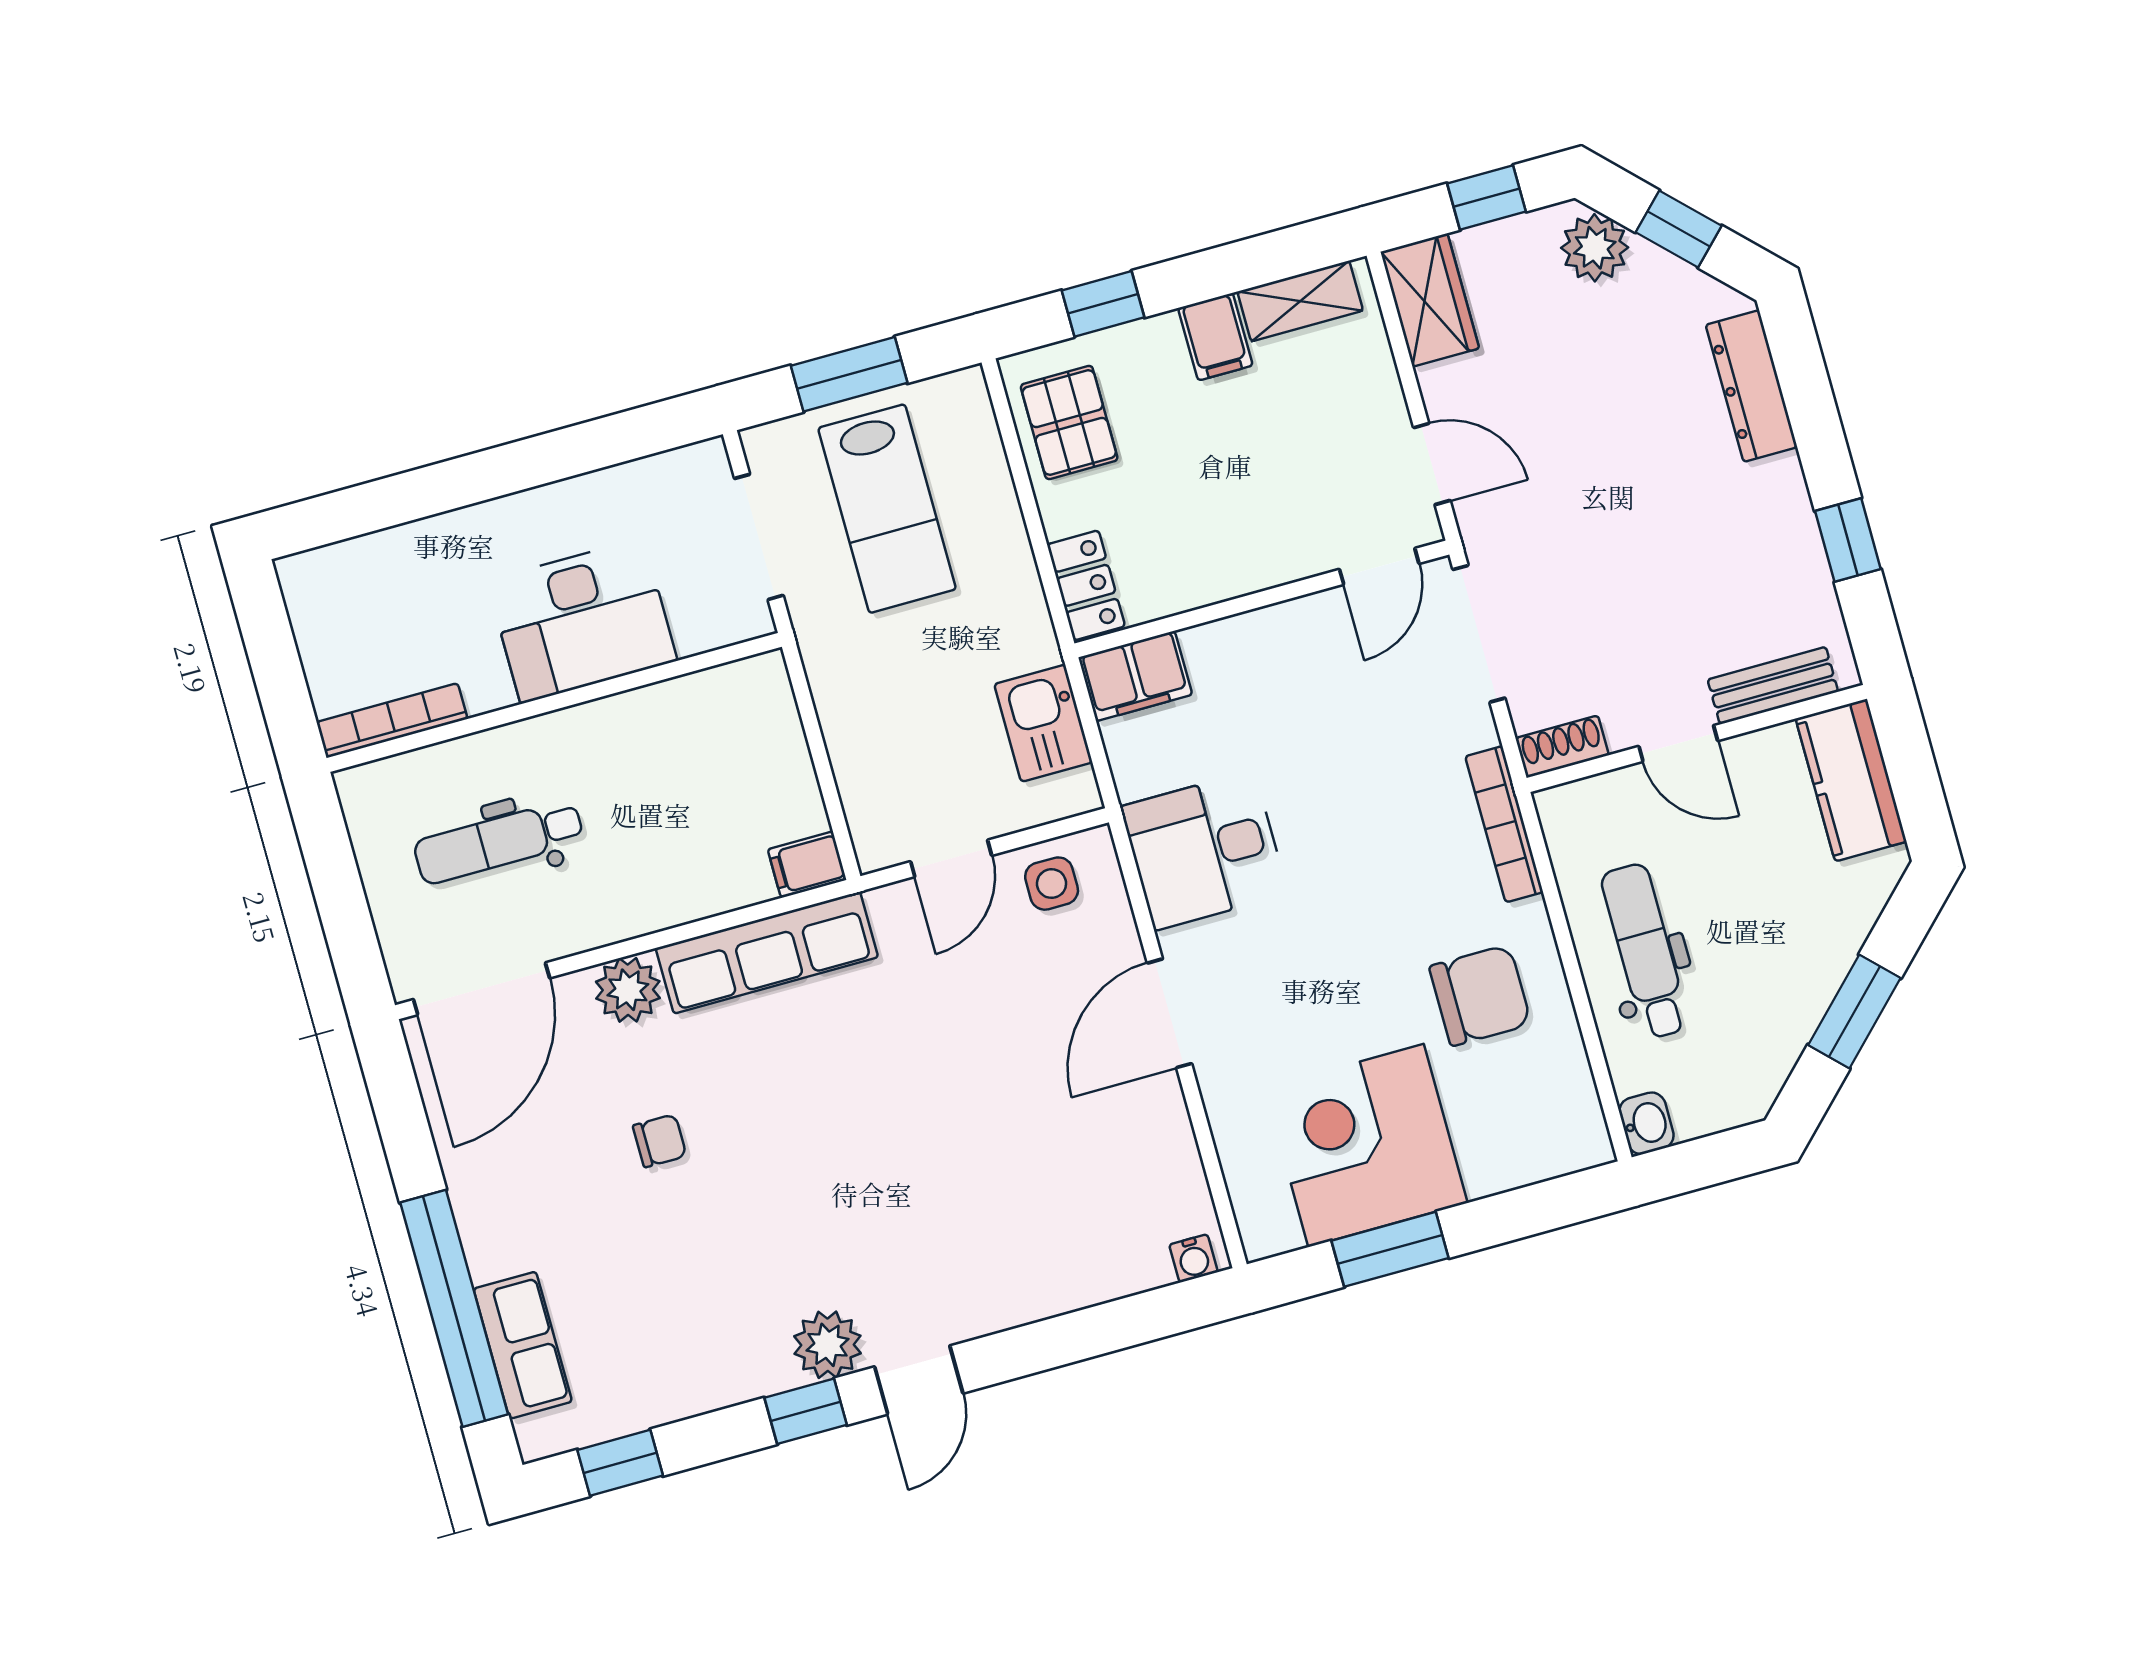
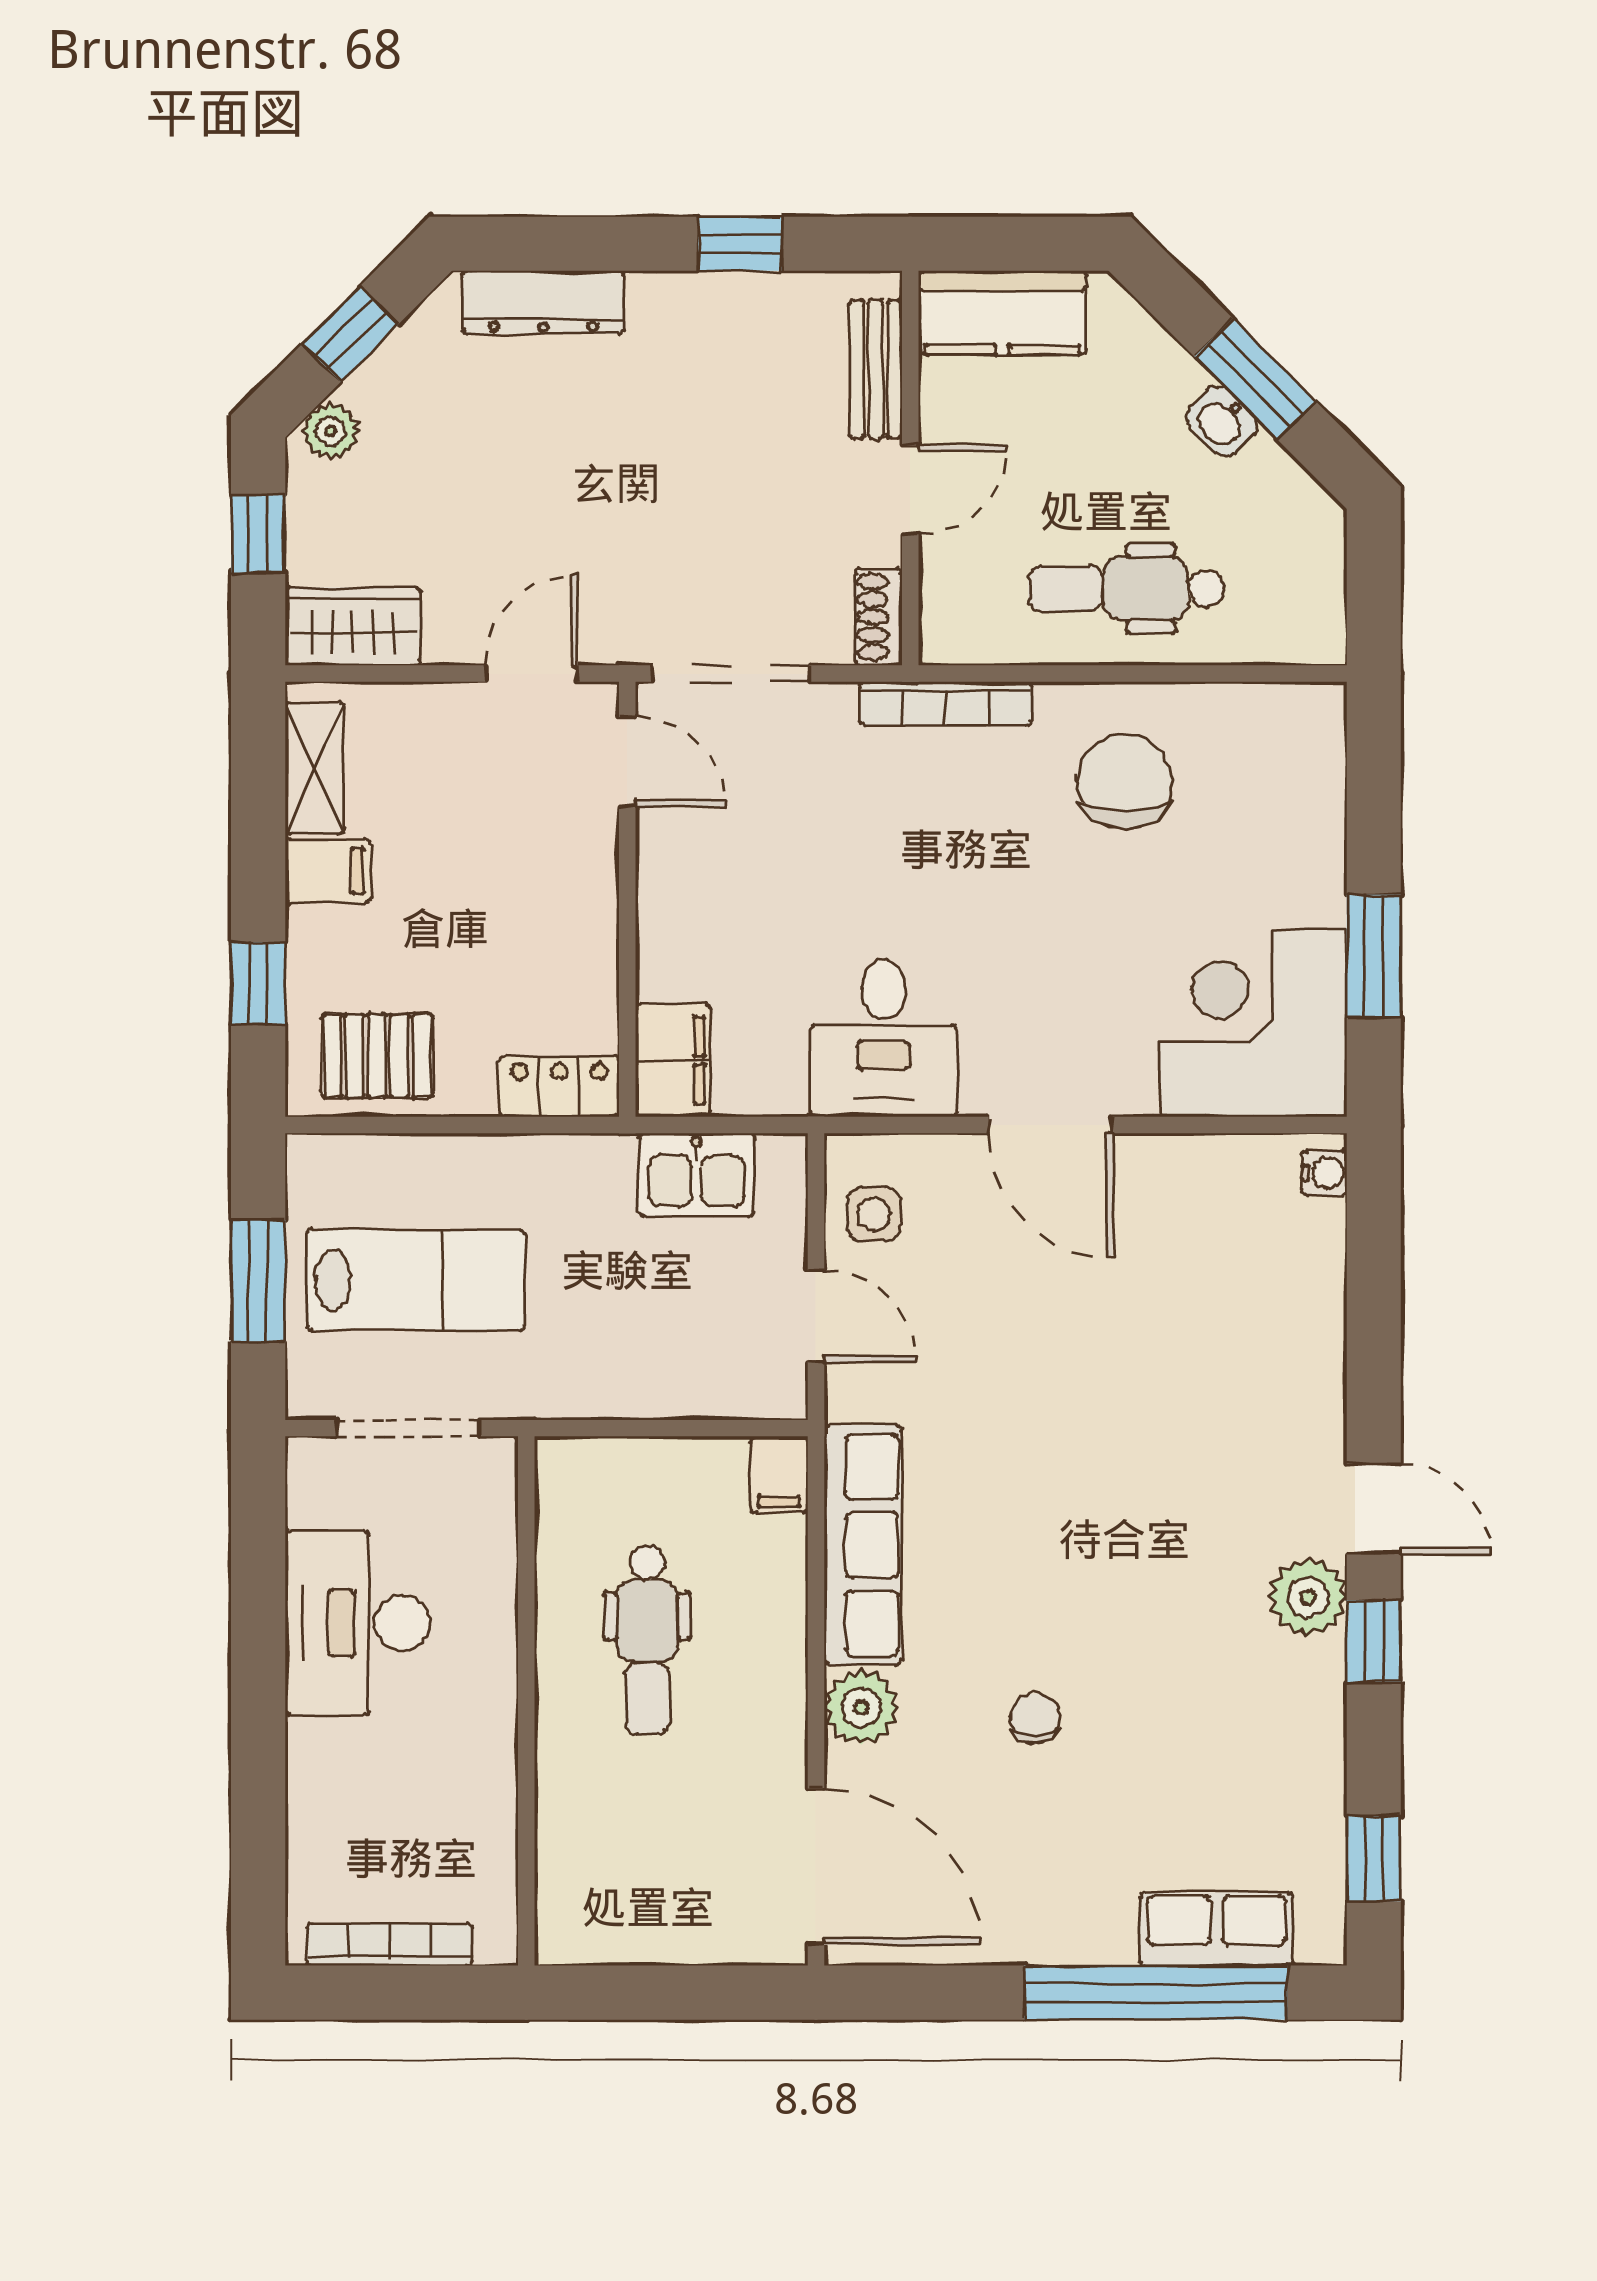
plant: (1595, 248) -> (331, 431), width x0.73, depth x0.73
desk: (582, 621) -> (357, 1623), moved, turned 180
bookcase: (392, 721) -> (389, 1945), moved, turned 90
dental chair: (499, 842) -> (647, 1640), moved
washbasin: (1646, 1123) -> (1222, 421), moved, turned -135
corner desk: (1366, 1145) -> (1253, 1023), moved, turned 90

